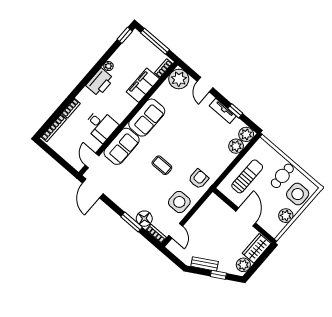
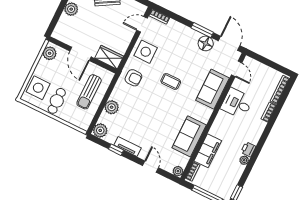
plant: (179, 79) -> (178, 171), width x0.53, depth x0.53
printer: (100, 82) -> (248, 149), width x0.53, depth x0.68
sofa: (147, 118) -> (189, 136), moved
plant: (236, 146) -> (112, 107), moved
armchair: (199, 179) -> (133, 78), turned -90
plant: (286, 216) -> (50, 53), moved
floor lamp: (144, 219) -> (206, 43), moved
window: (131, 222) -> (202, 30), moved
door: (176, 231) -> (142, 24), hinge flipped
wardrobe: (257, 248) -> (109, 57), moved, turned -90

